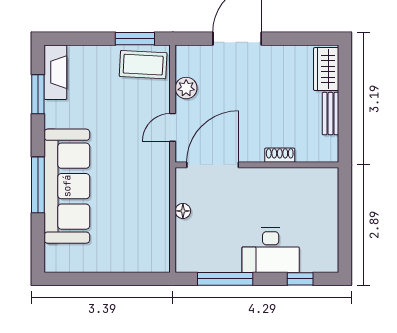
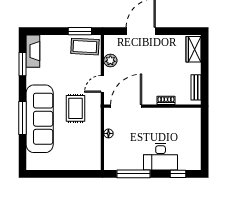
bench: (331, 114) -> (196, 87), moved
rug: (127, 169) -> (76, 108), added

